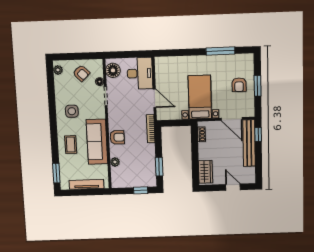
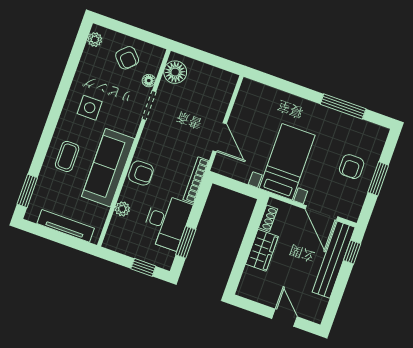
desk: (140, 73) -> (167, 222), moved
wardrobe: (206, 172) -> (262, 250), moved

